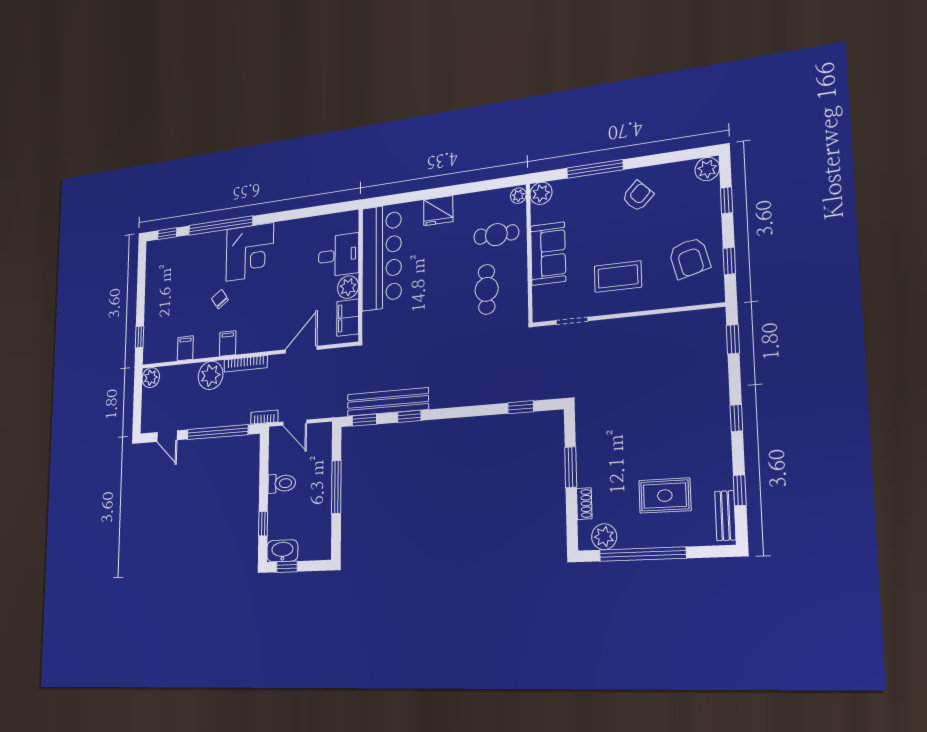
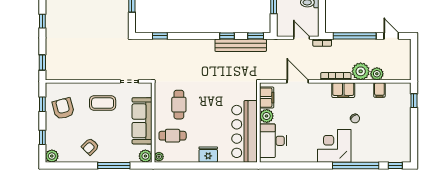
sofa: (548, 254) -> (142, 121), width x1.36
desk: (339, 255) -> (273, 141), width x1.37
filing cabinet: (228, 343) -> (343, 90), width x2.00
door: (301, 350) -> (298, 81), swing flipped
plant: (151, 378) -> (377, 74), moved

